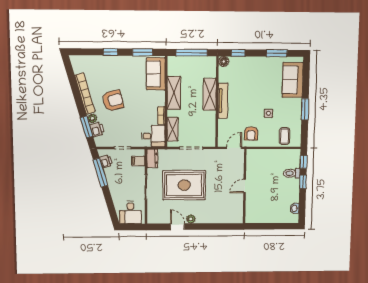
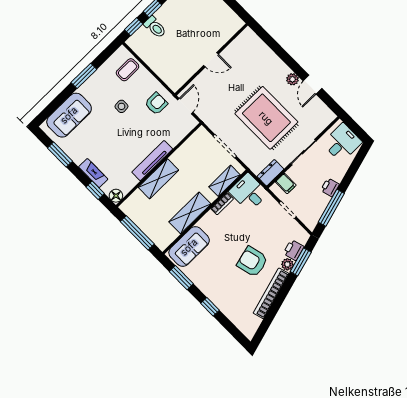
fireplace: (248, 61) -> (93, 173), added
door: (234, 148) -> (185, 106), swing flipped
printer: (106, 161) -> (330, 187), moved

